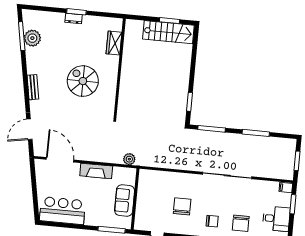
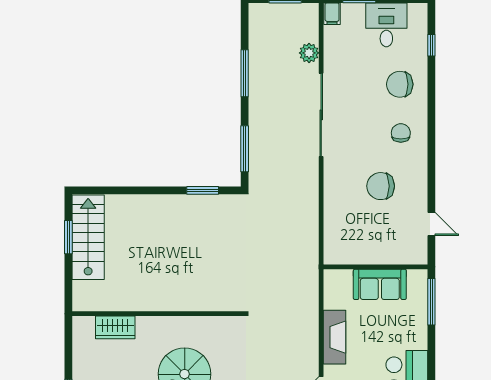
plant: (129, 159) -> (309, 53), moved
chair: (241, 223) -> (400, 84), turned 180

